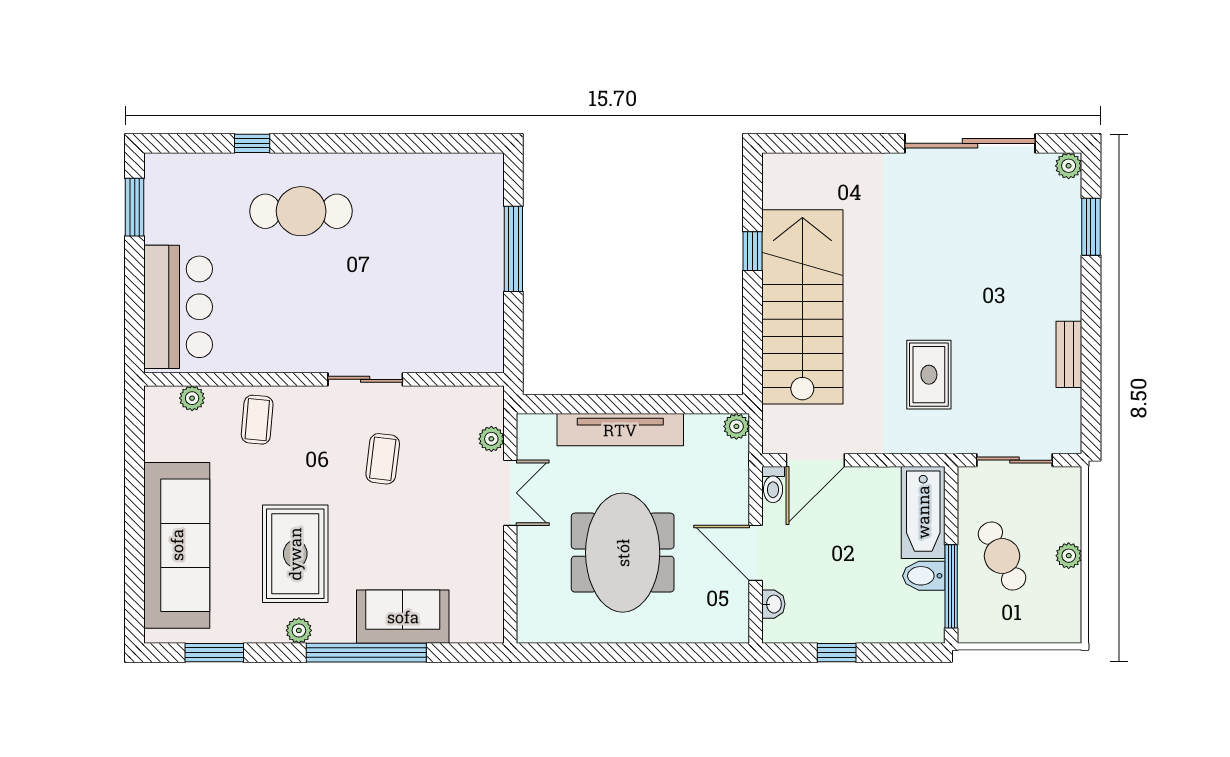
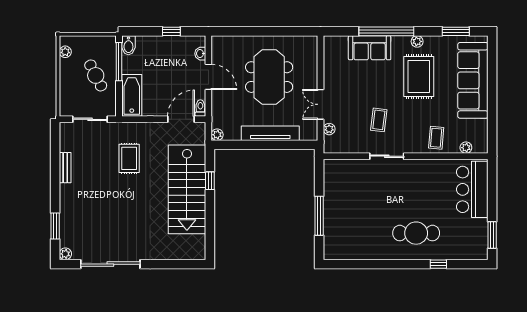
window: (752, 251) -> (210, 181), moved
plant: (1069, 556) -> (65, 52), moved
bidet: (924, 576) -> (128, 45), moved, turned 90

